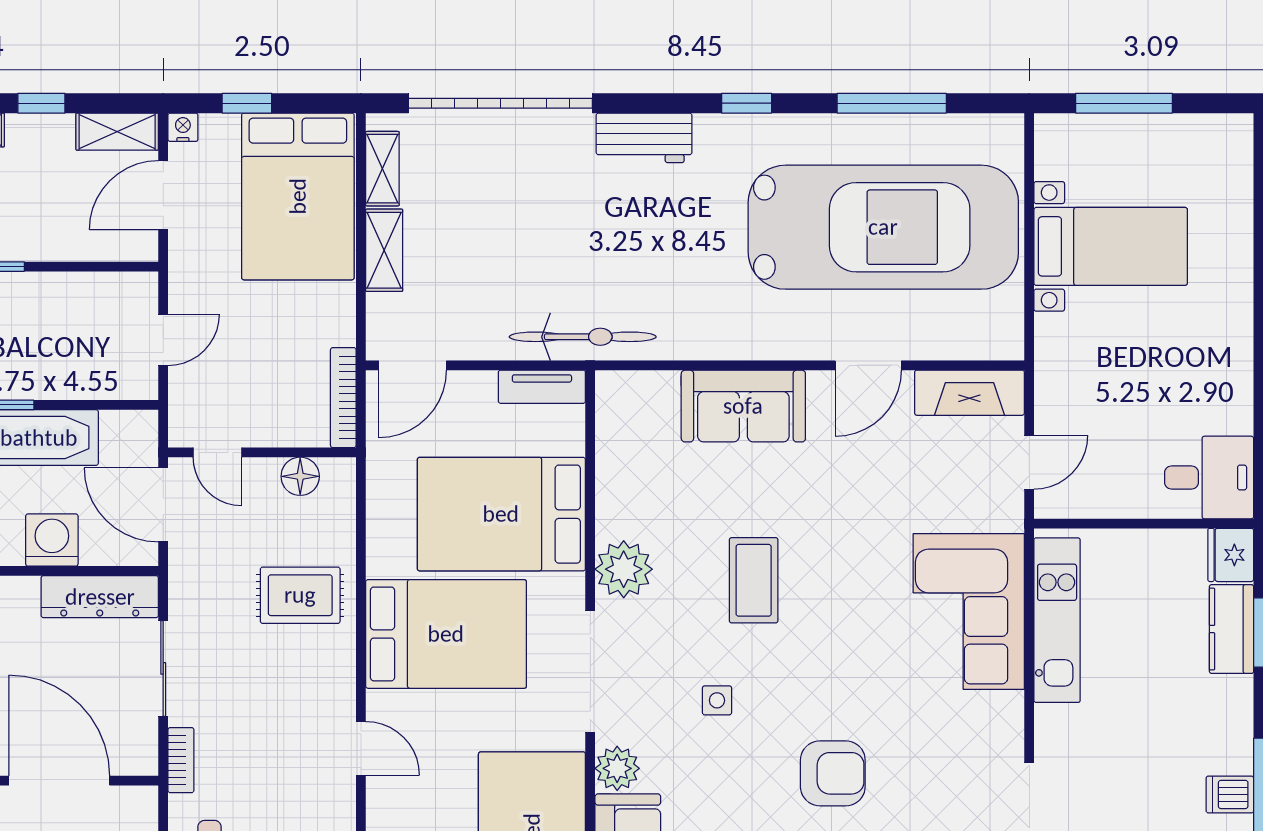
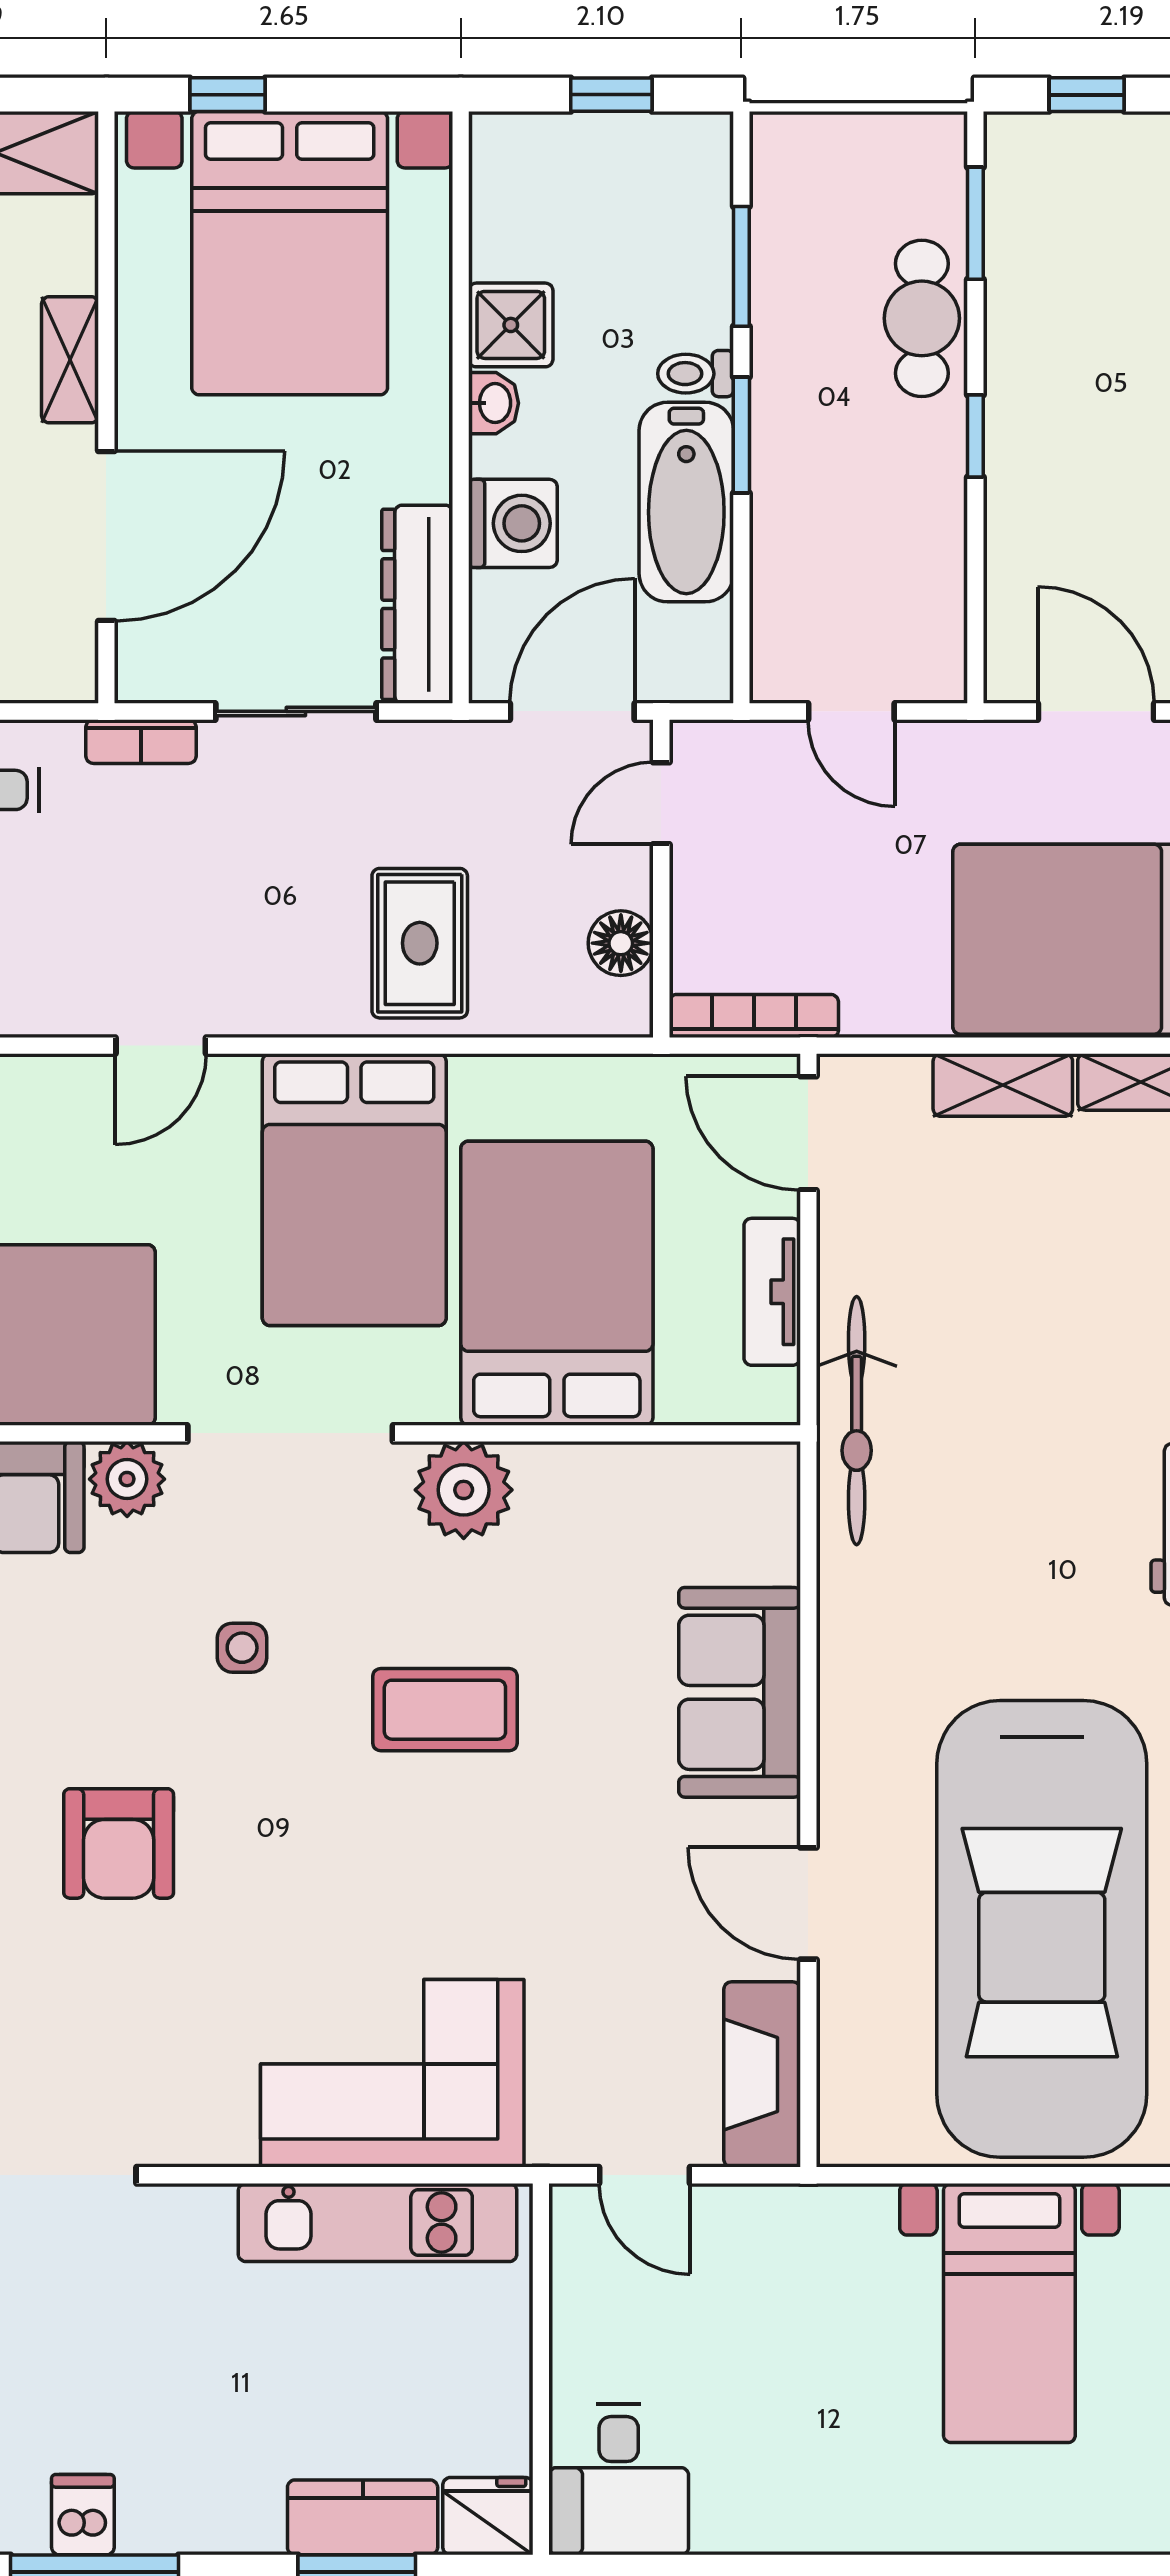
tv unit: (542, 387) -> (772, 1292), moved

